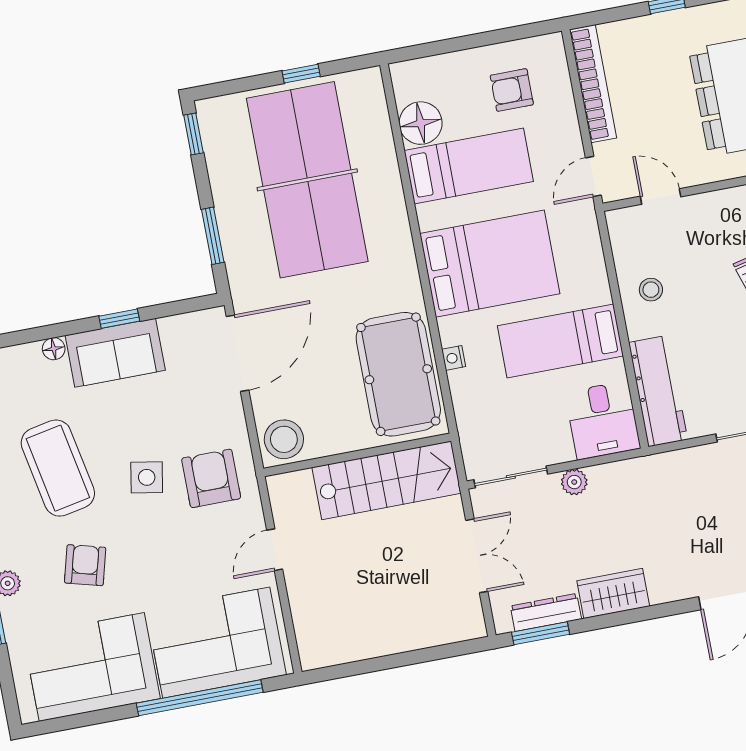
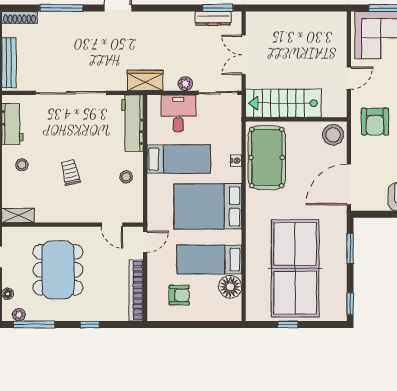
desk: (603, 420) -> (178, 113), moved
wardrobe: (613, 593) -> (145, 80), moved, turned 180

